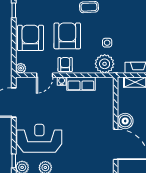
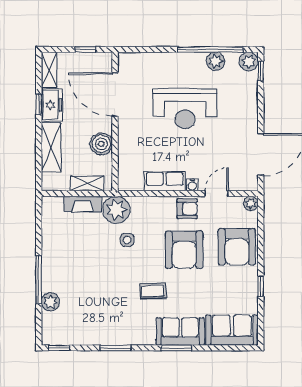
plant: (105, 64) -> (116, 210), moved
armchair: (65, 65) -> (187, 209), turned -90
boiler: (125, 121) -> (101, 144), moved
reception desk: (39, 138) -> (185, 109), moved

